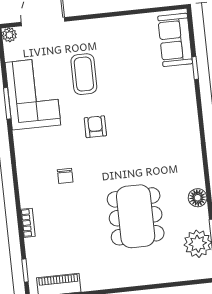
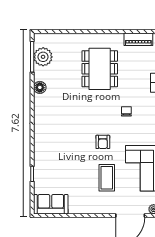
sofa: (175, 40) -> (51, 204), moved, turned -90
dining table: (136, 216) -> (100, 69), moved

